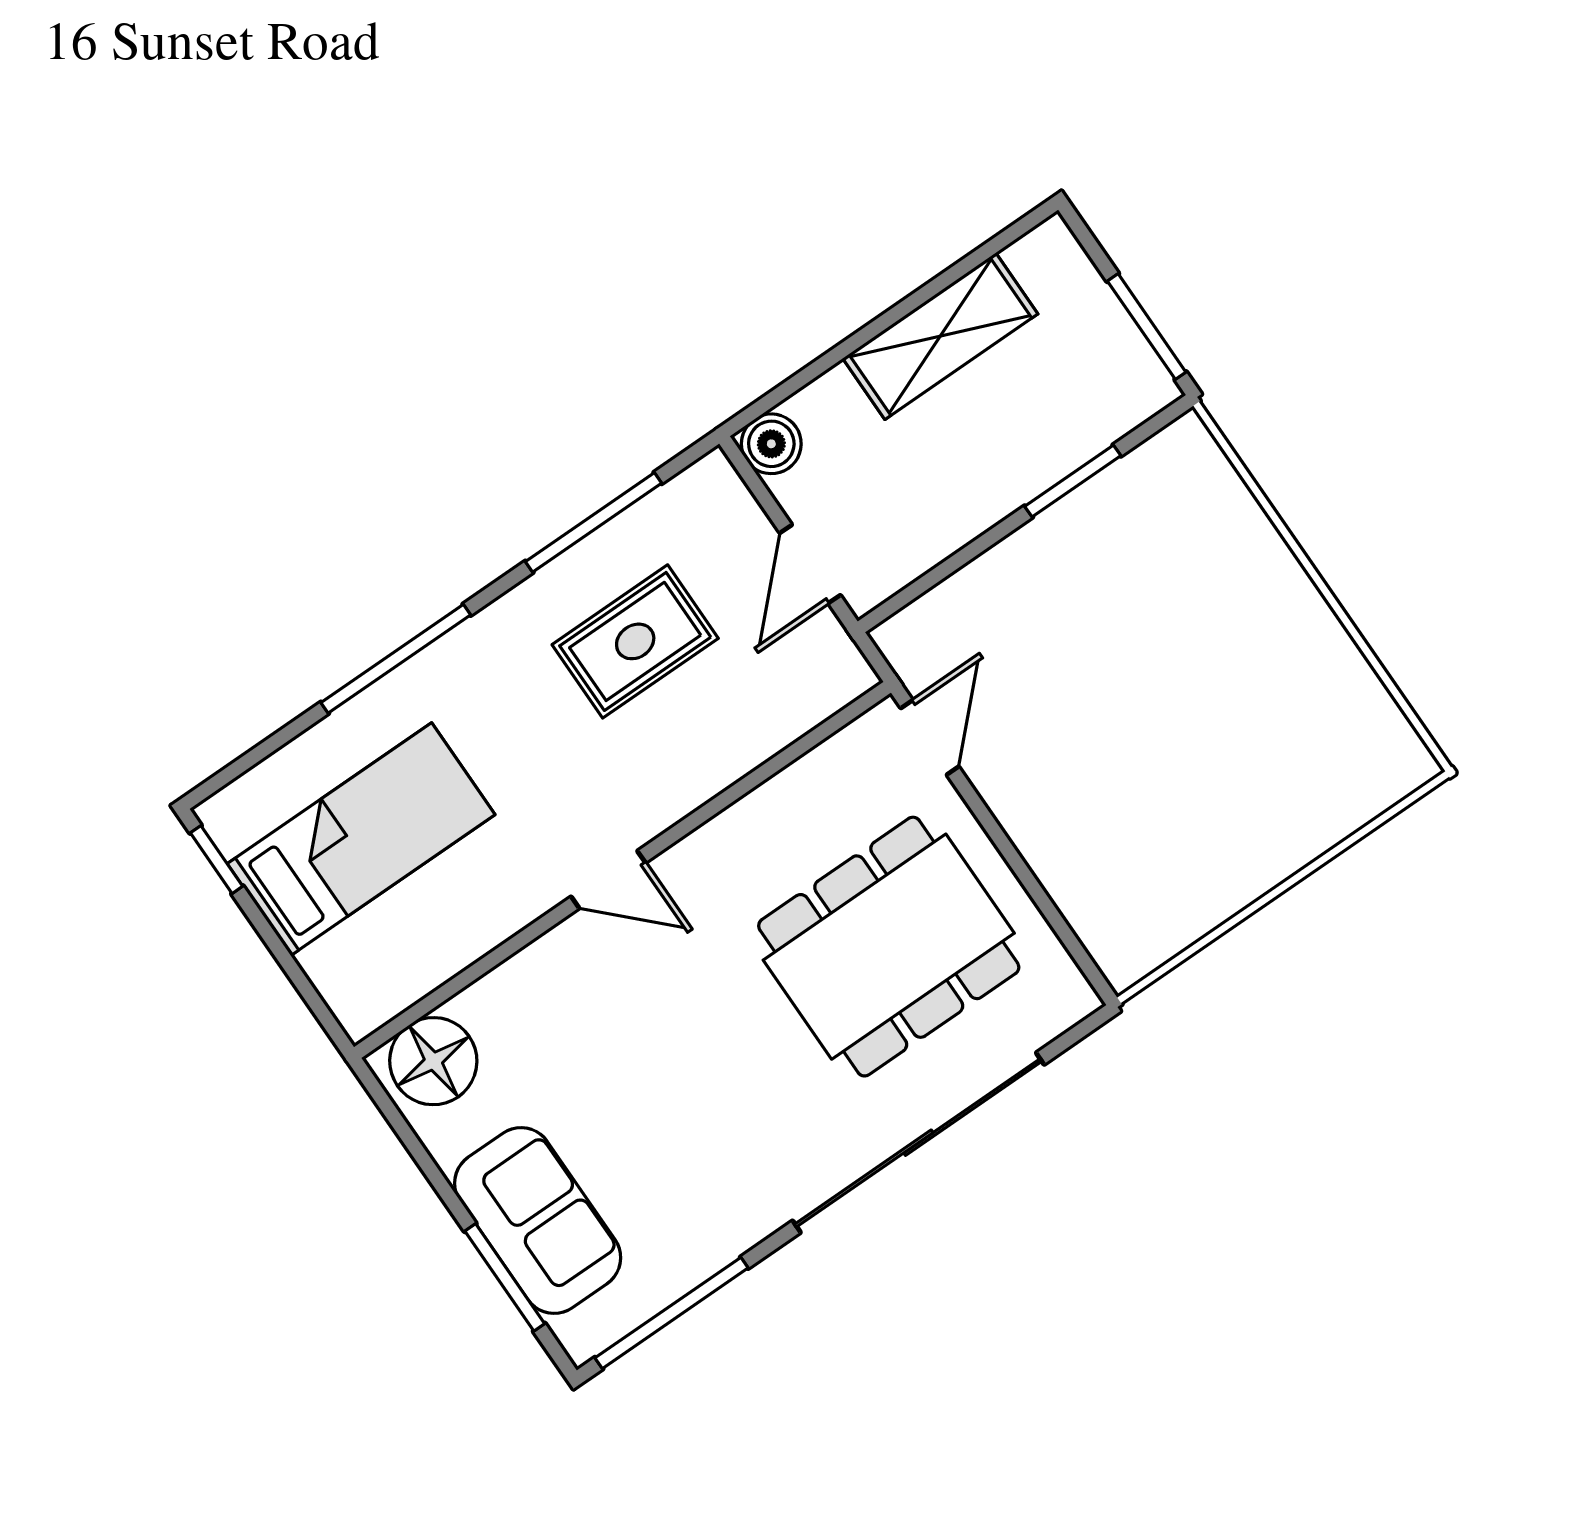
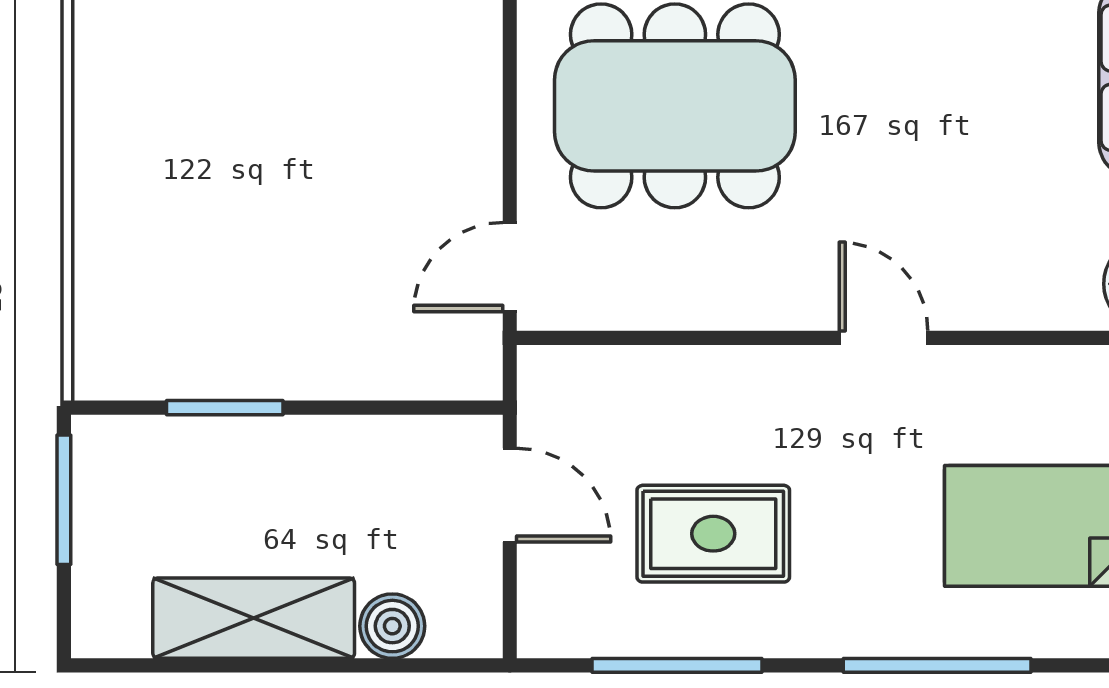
boiler: (771, 444) -> (392, 626), moved
door: (810, 564) -> (510, 495), hinge flipped

